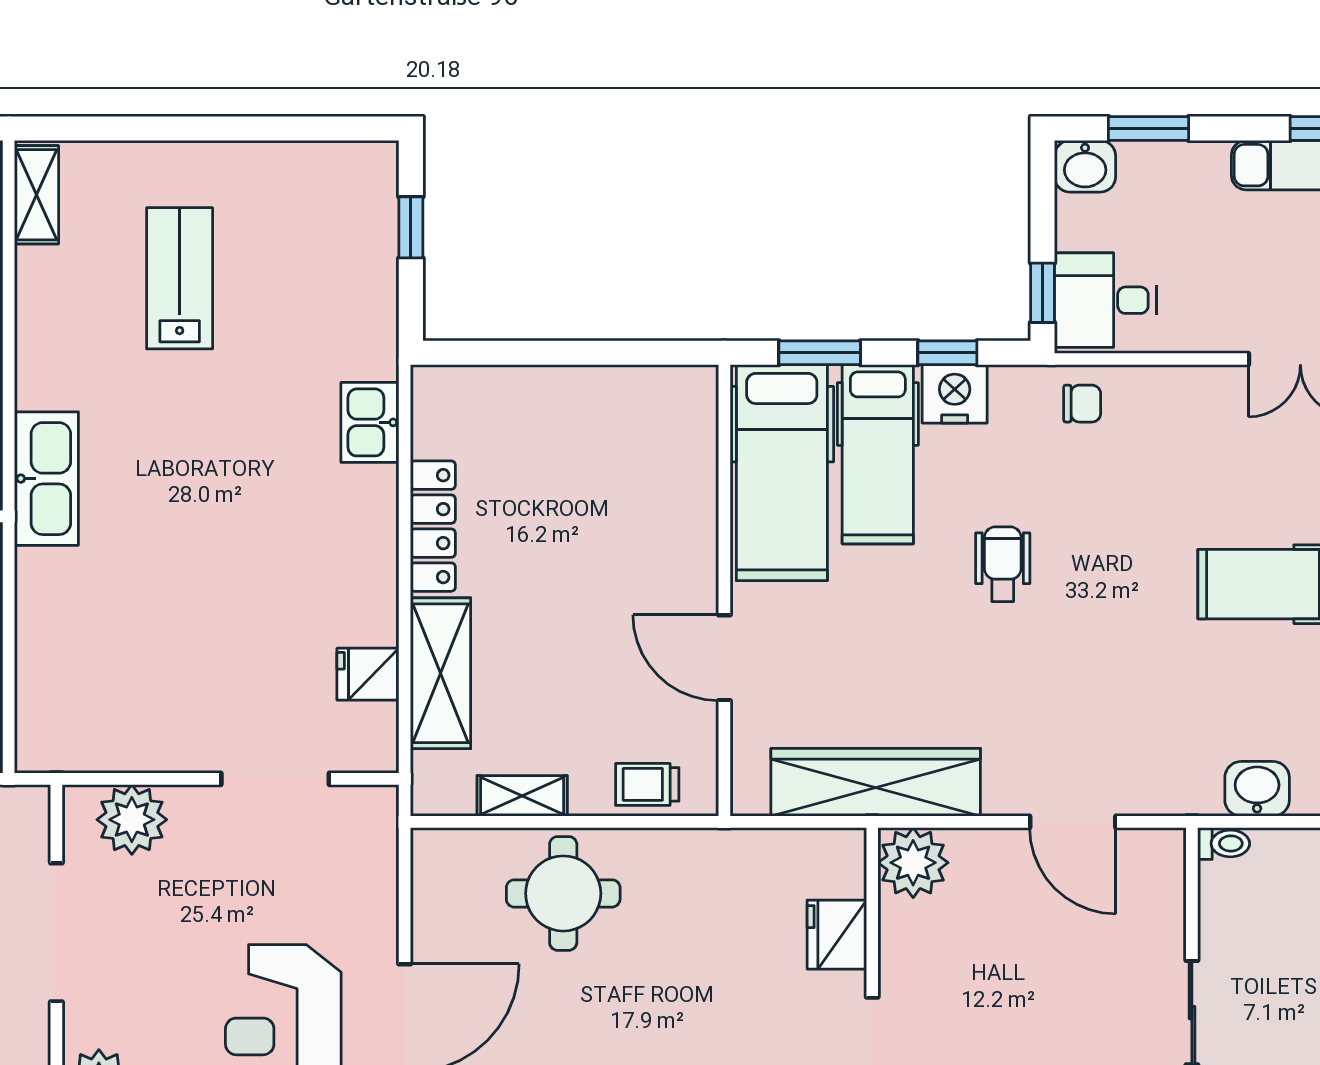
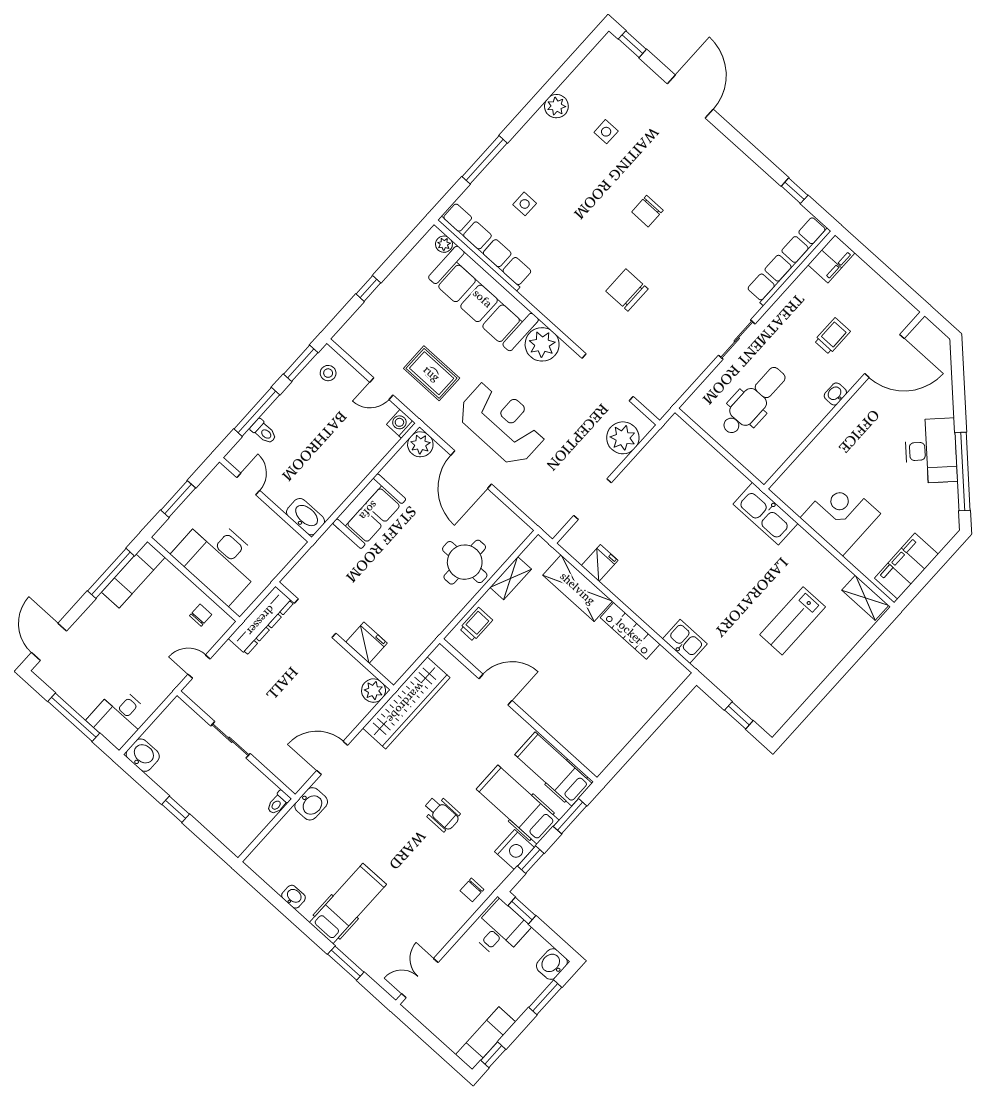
lab bench: (180, 278) -> (793, 621), turned 90
hospital bed: (782, 473) -> (553, 769), width x0.73, depth x0.78
washbasin: (1257, 789) -> (311, 804), moved
plant: (913, 863) -> (374, 691), width x0.73, depth x0.73

